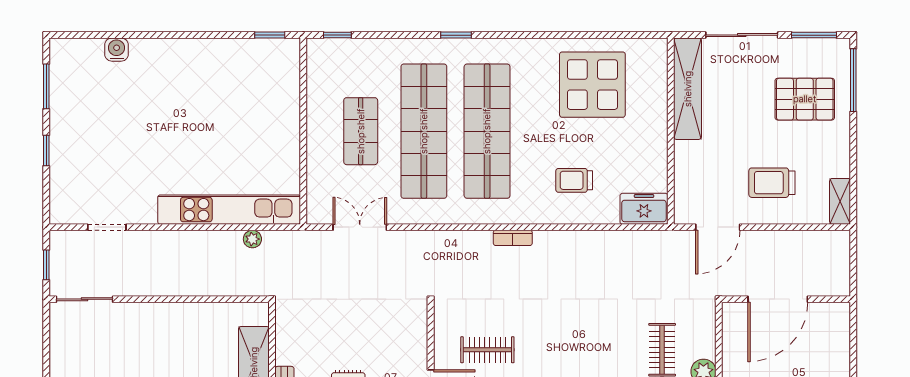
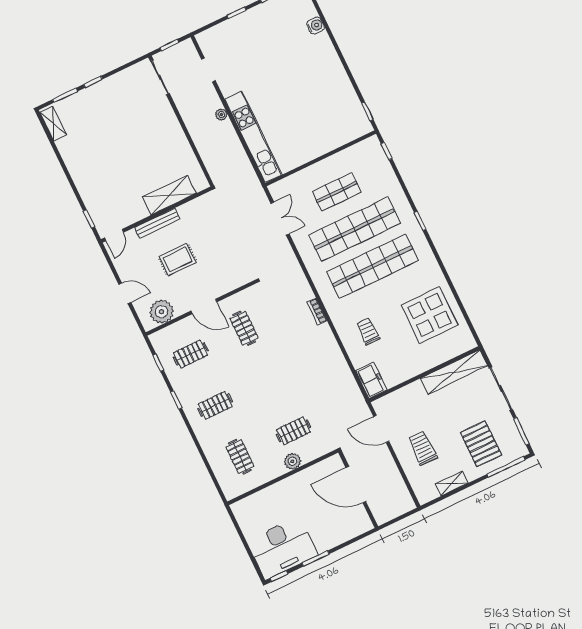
shelving: (840, 201) -> (452, 483), moved
plant: (252, 239) -> (221, 115), moved

